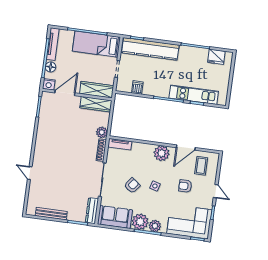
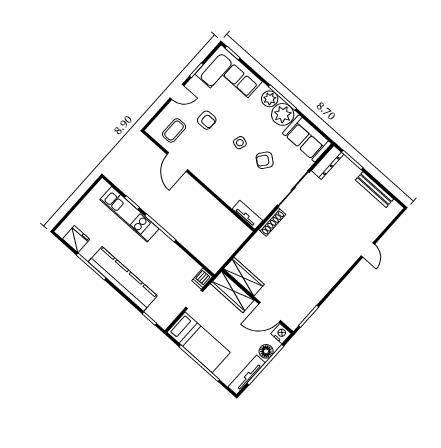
kitchen counter: (150, 49) -> (123, 279), moved
dishwasher: (137, 87) -> (202, 279), moved
plant: (102, 132) -> (258, 241), removed
door: (186, 148) -> (177, 162), swing flipped
plant: (162, 153) -> (208, 174), removed
door: (216, 191) -> (177, 92), swing flipped

